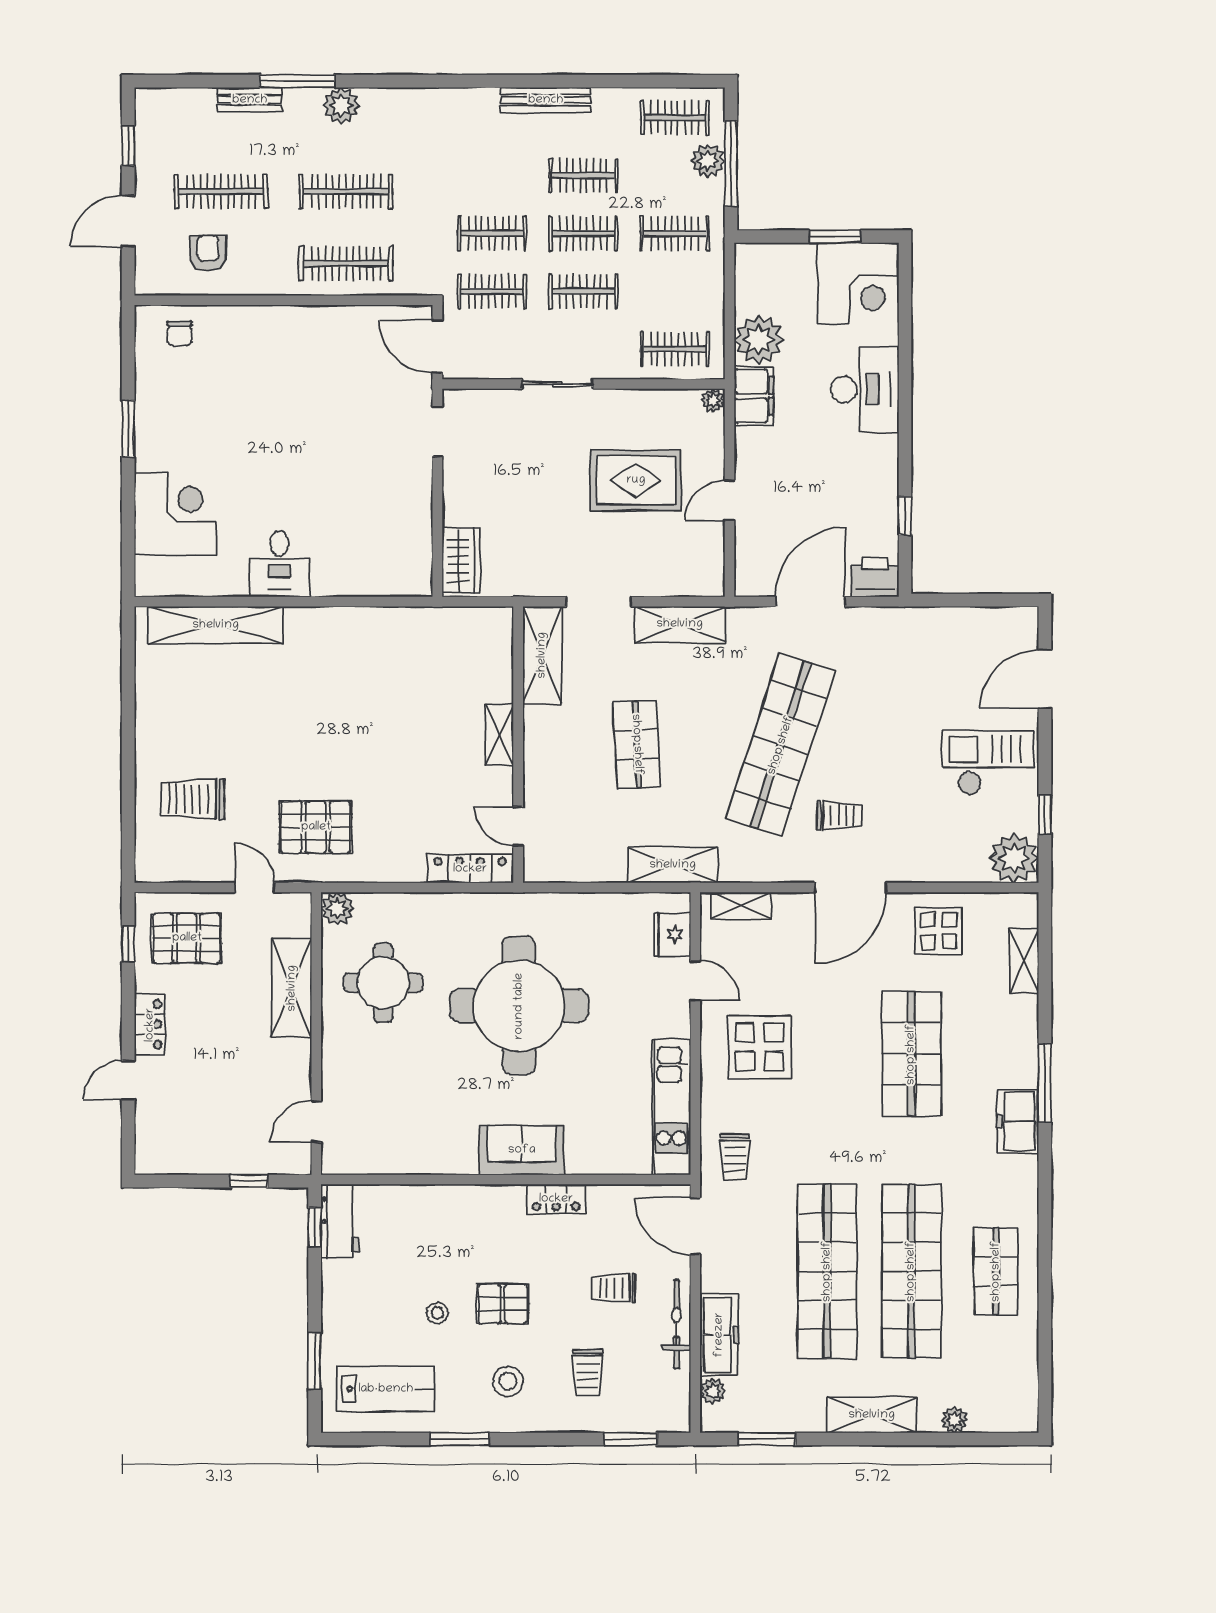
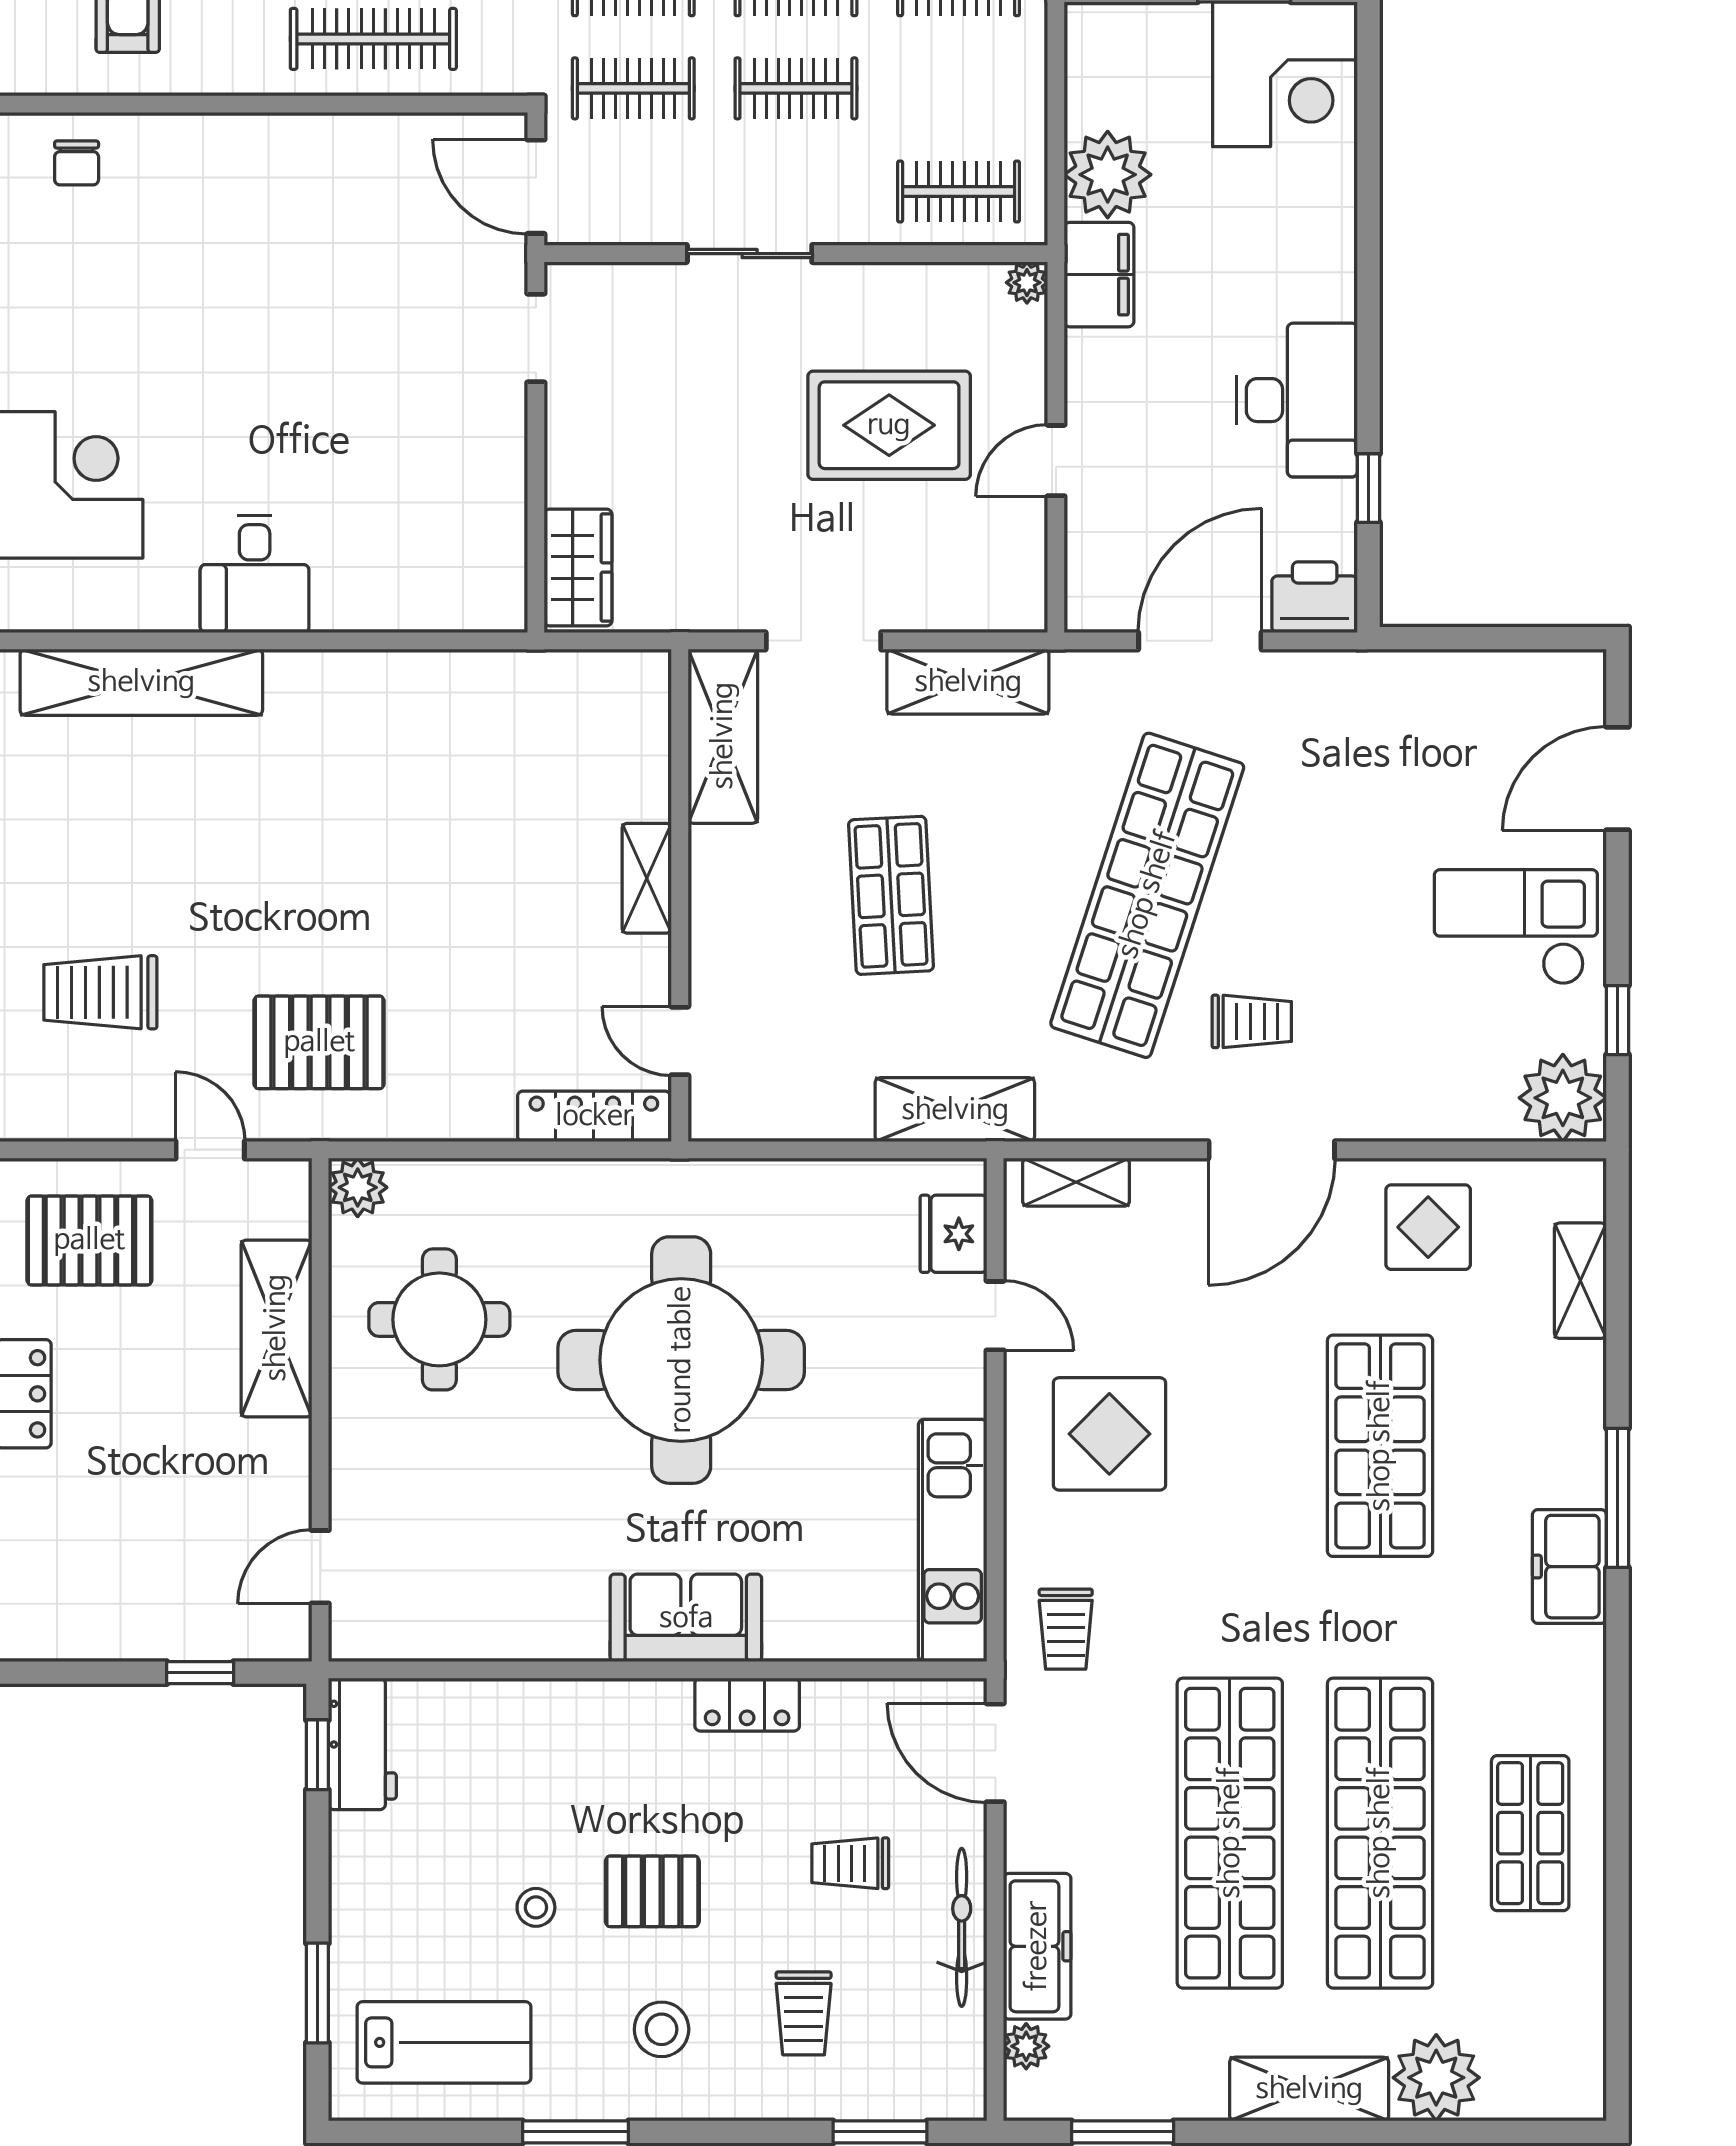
desk: (865, 389) -> (1297, 400), moved
plant: (954, 1420) -> (1436, 2078), width x1.87, depth x1.87

